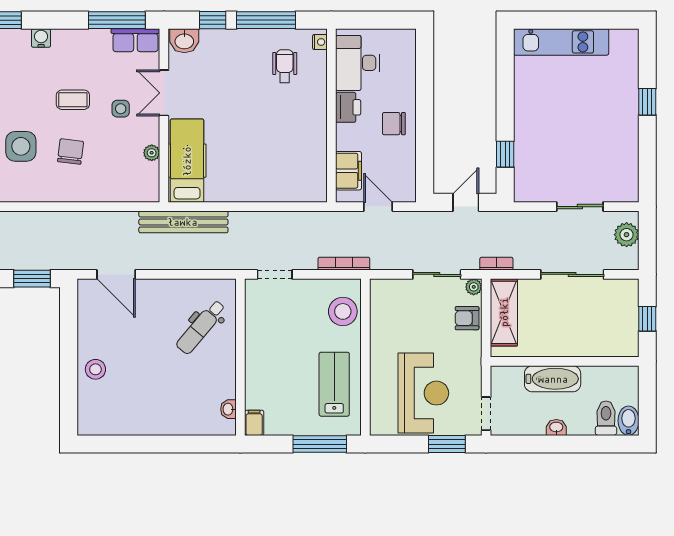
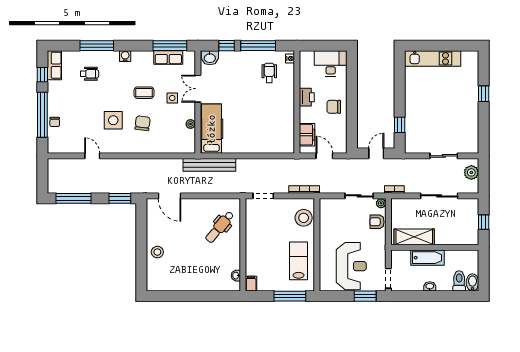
row of seats: (135, 40) -> (168, 57), moved
desk: (357, 63) -> (331, 63), moved, turned 90
shelving: (504, 312) -> (414, 237), moved, turned 90

